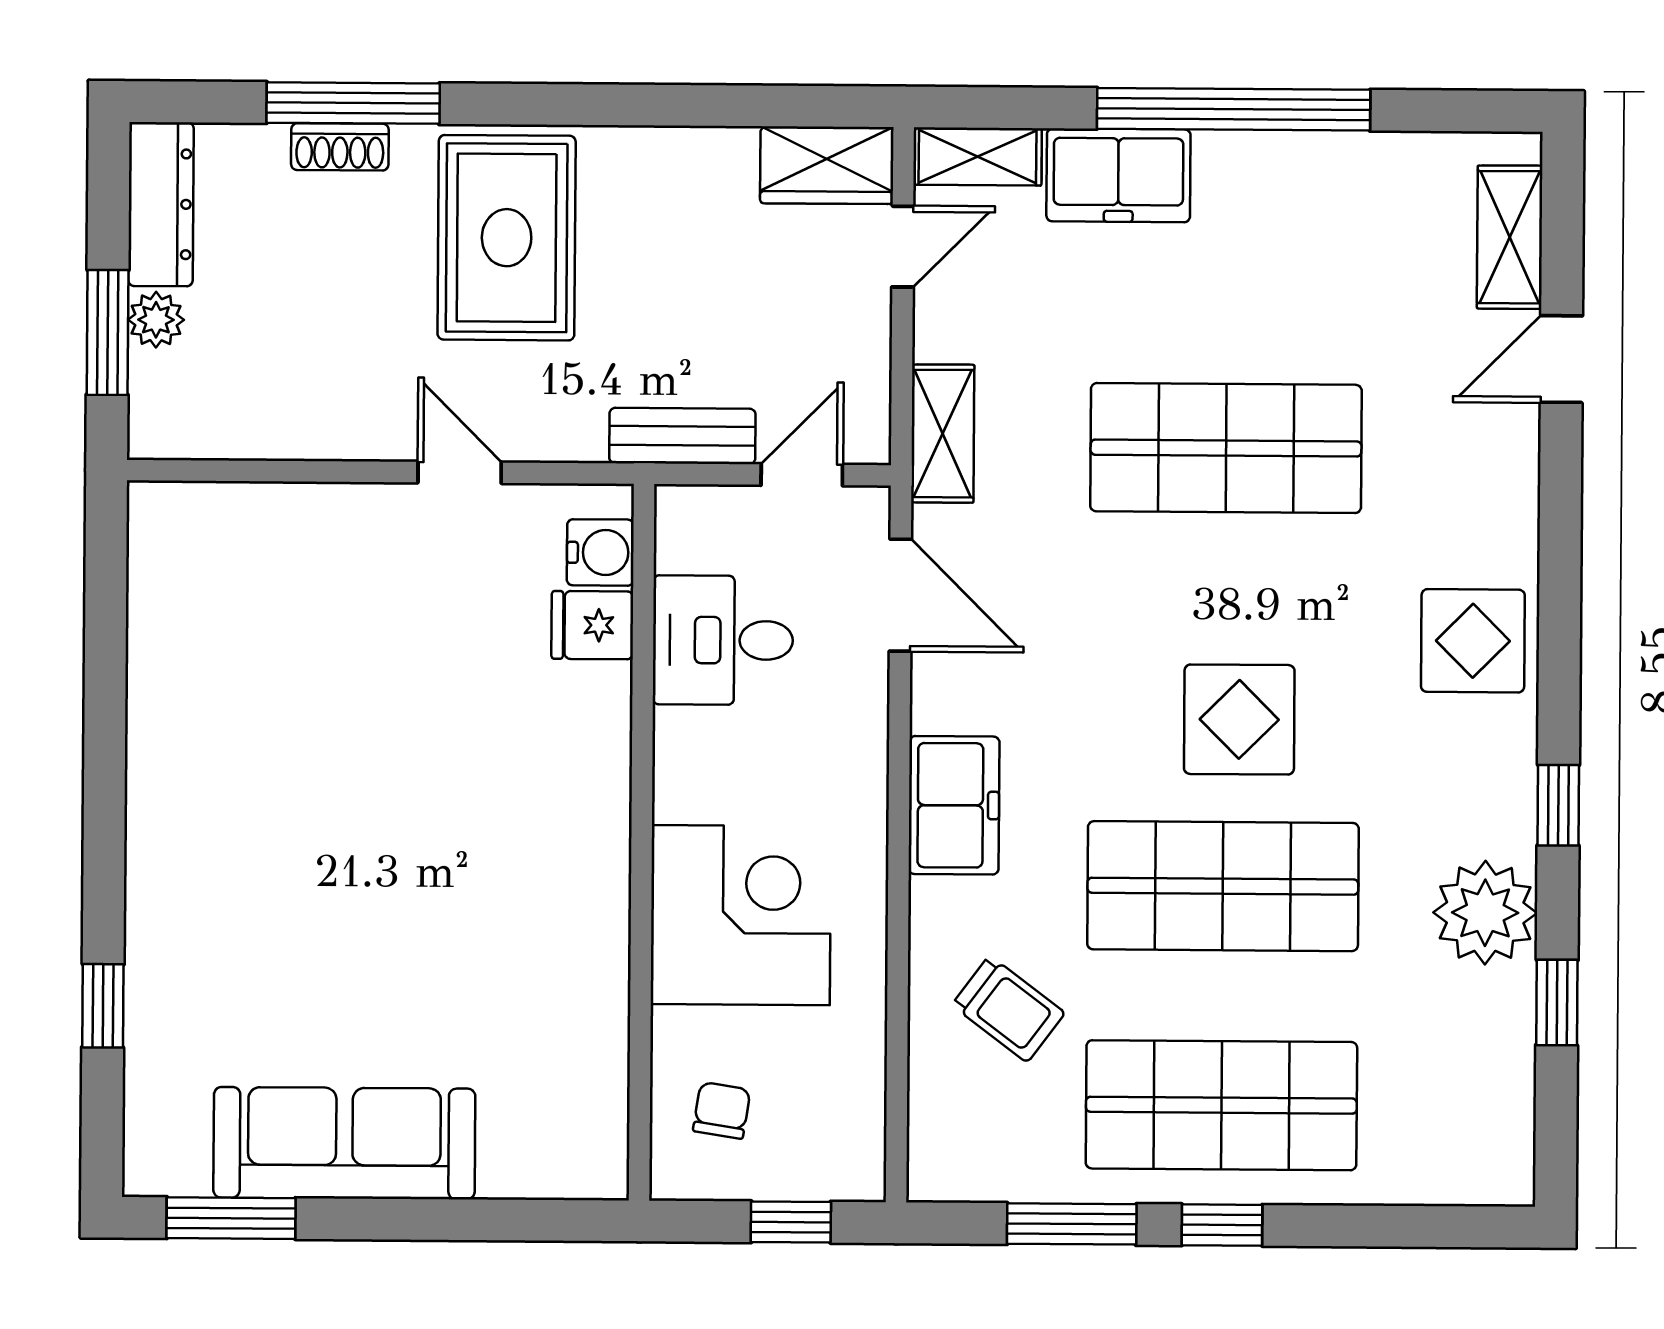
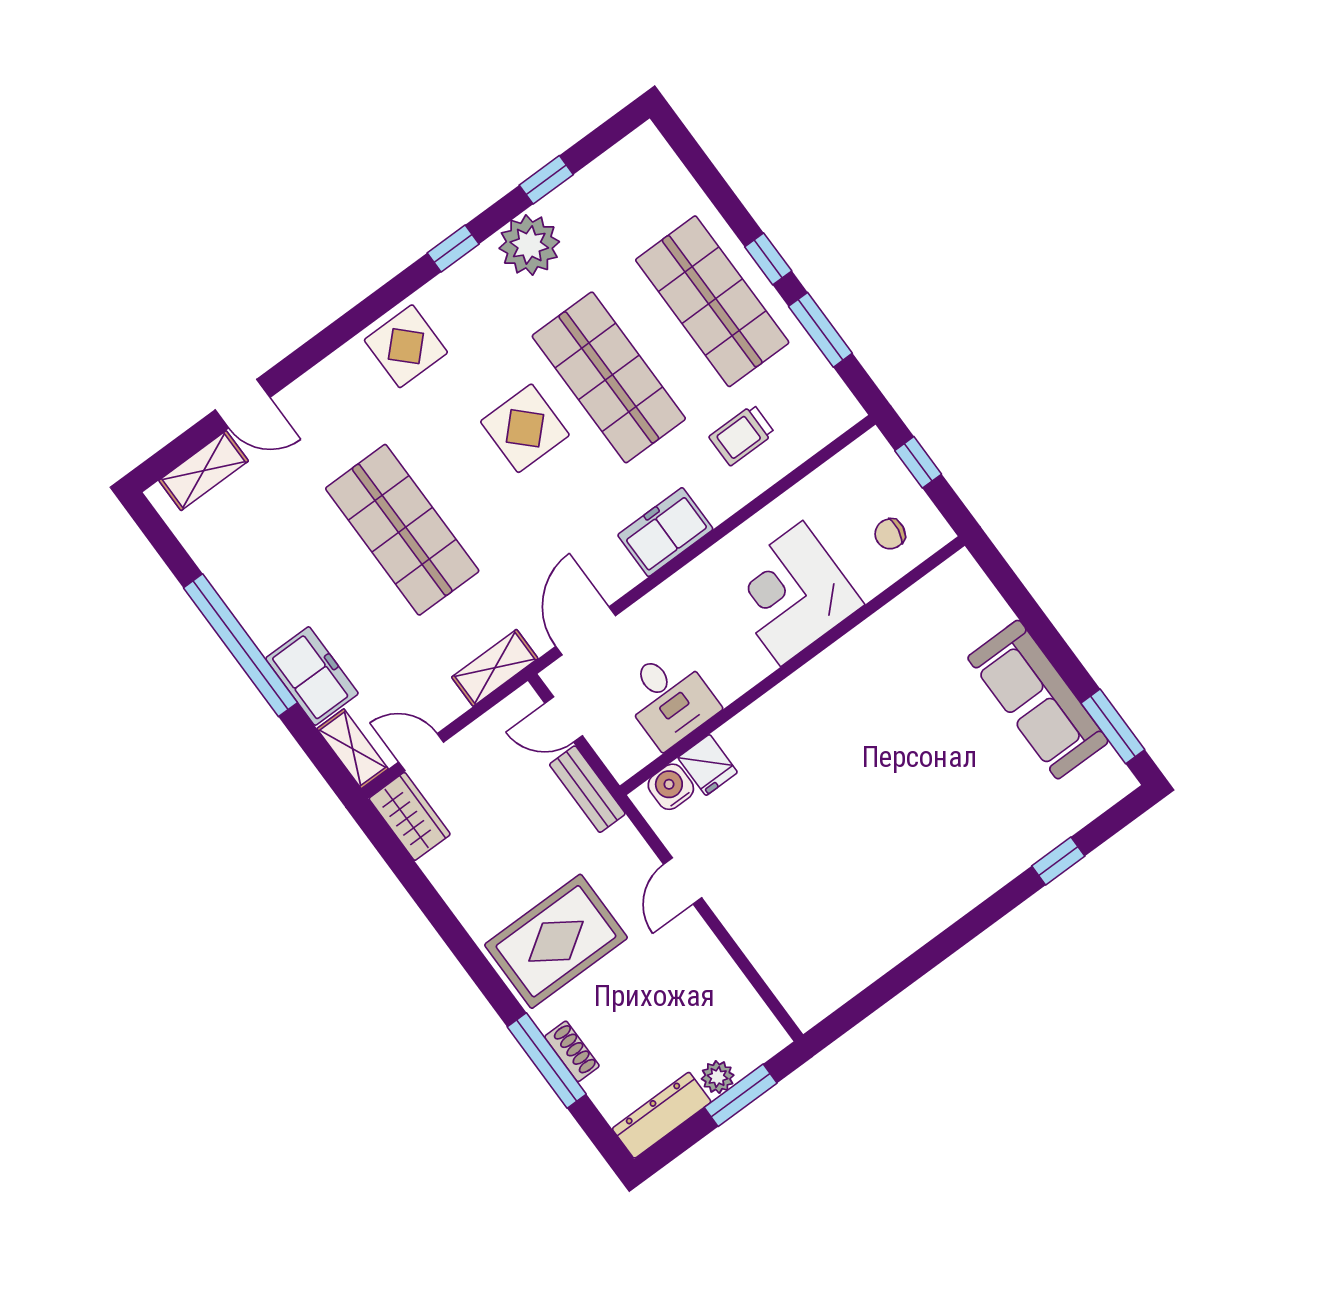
trolley: (1008, 1009) -> (742, 435), turned -127

